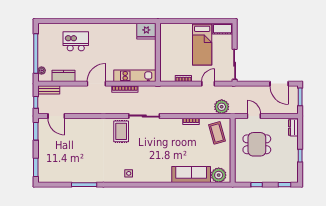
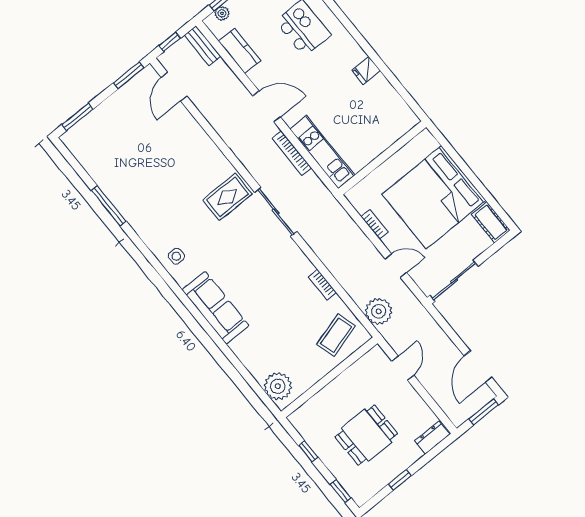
fridge: (146, 31) -> (366, 71), moved, width x0.53, depth x0.75
bed: (202, 44) -> (434, 197), width x2.04
dining table: (257, 144) -> (366, 435), moved, turned 90
sofa: (191, 174) -> (216, 308), moved

